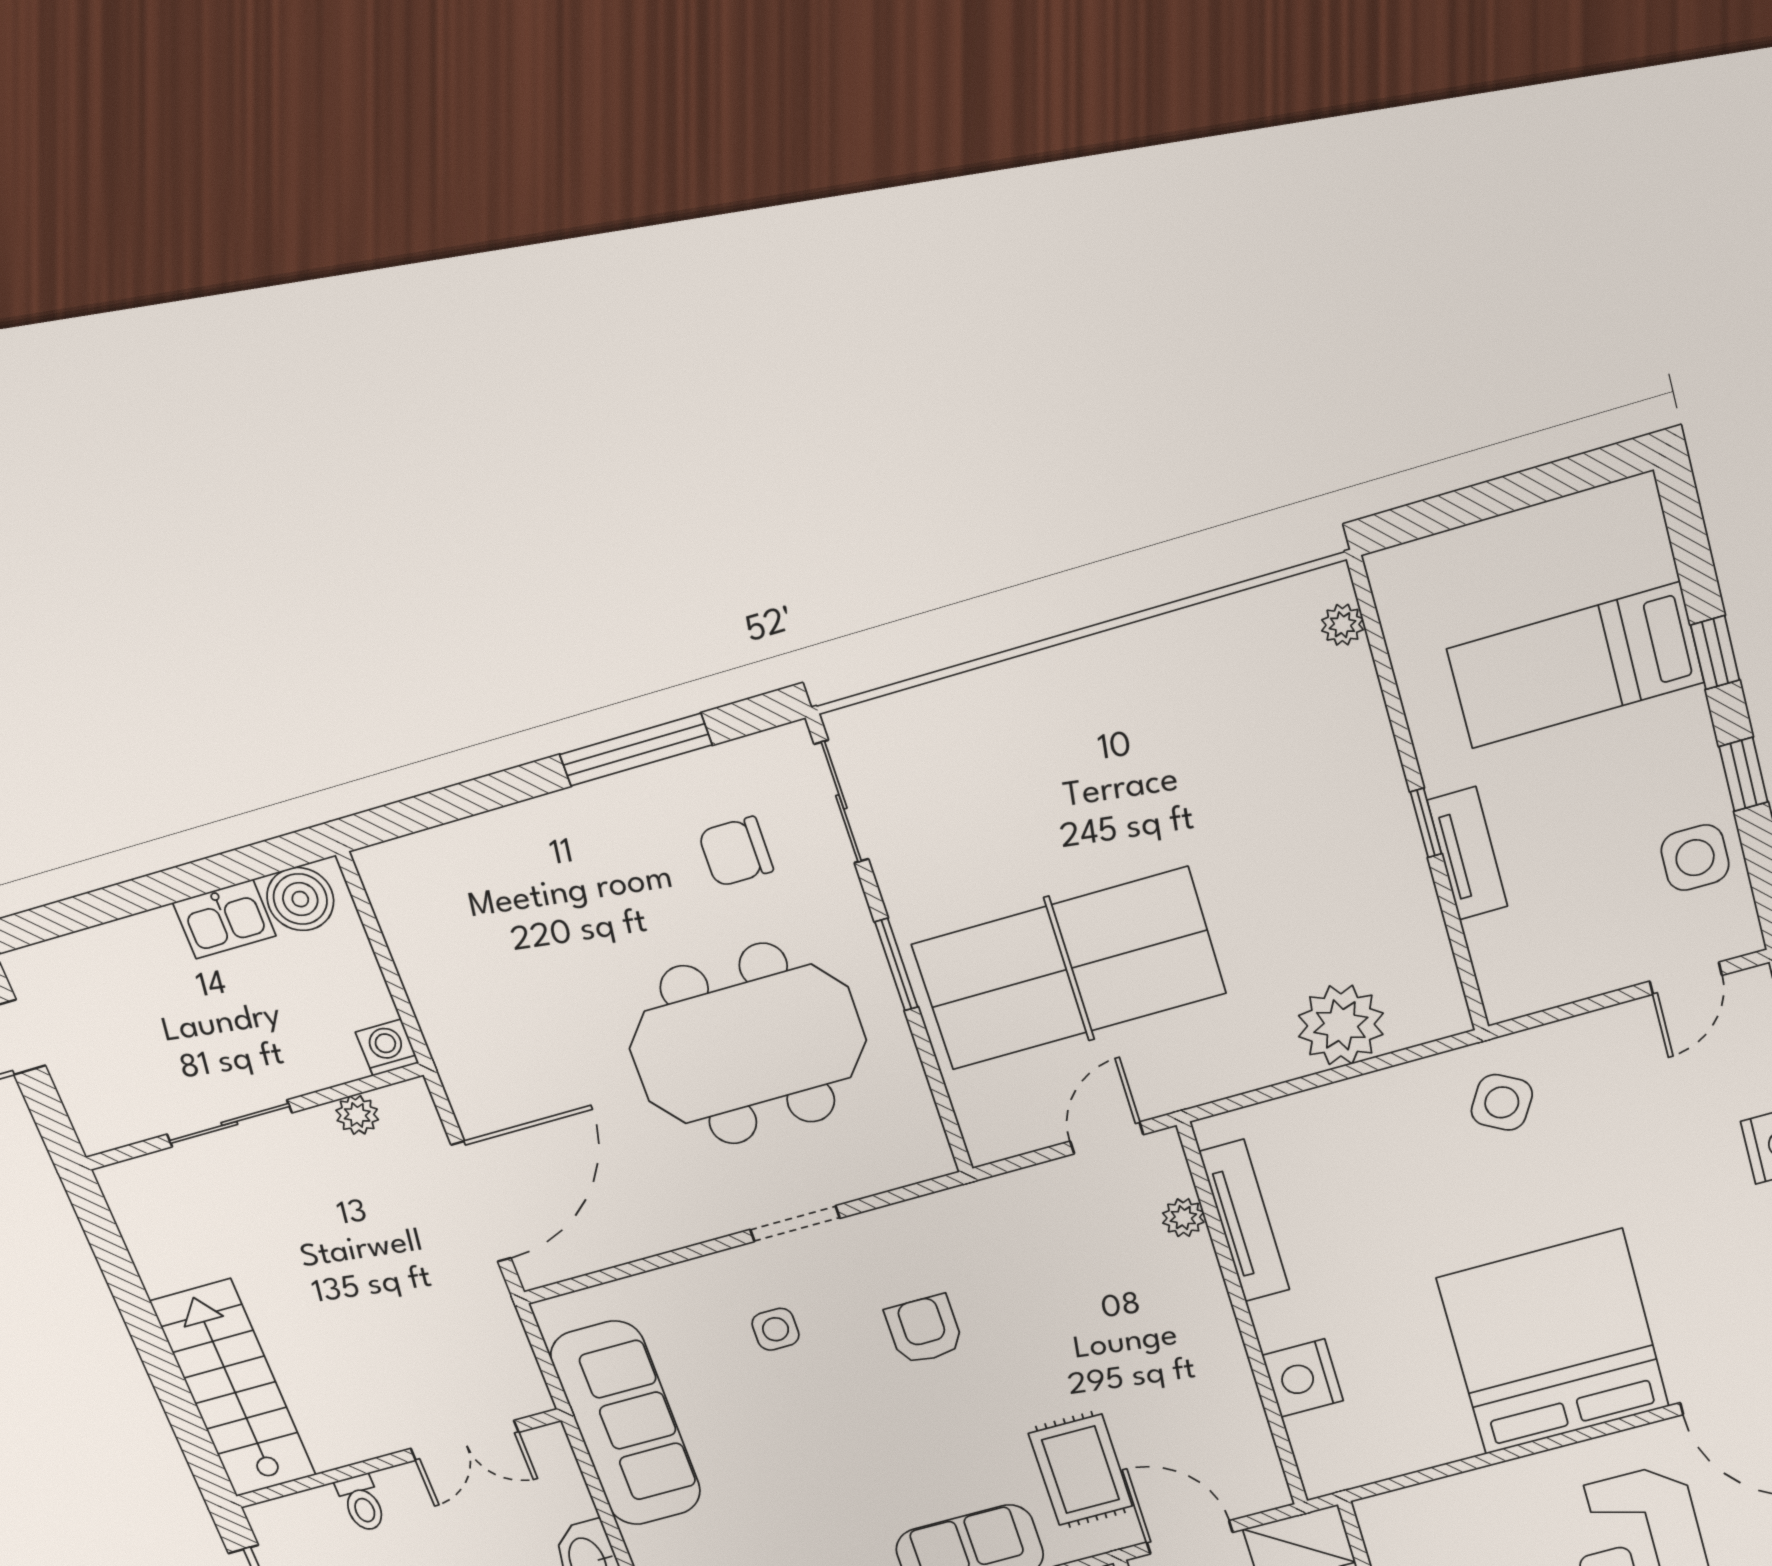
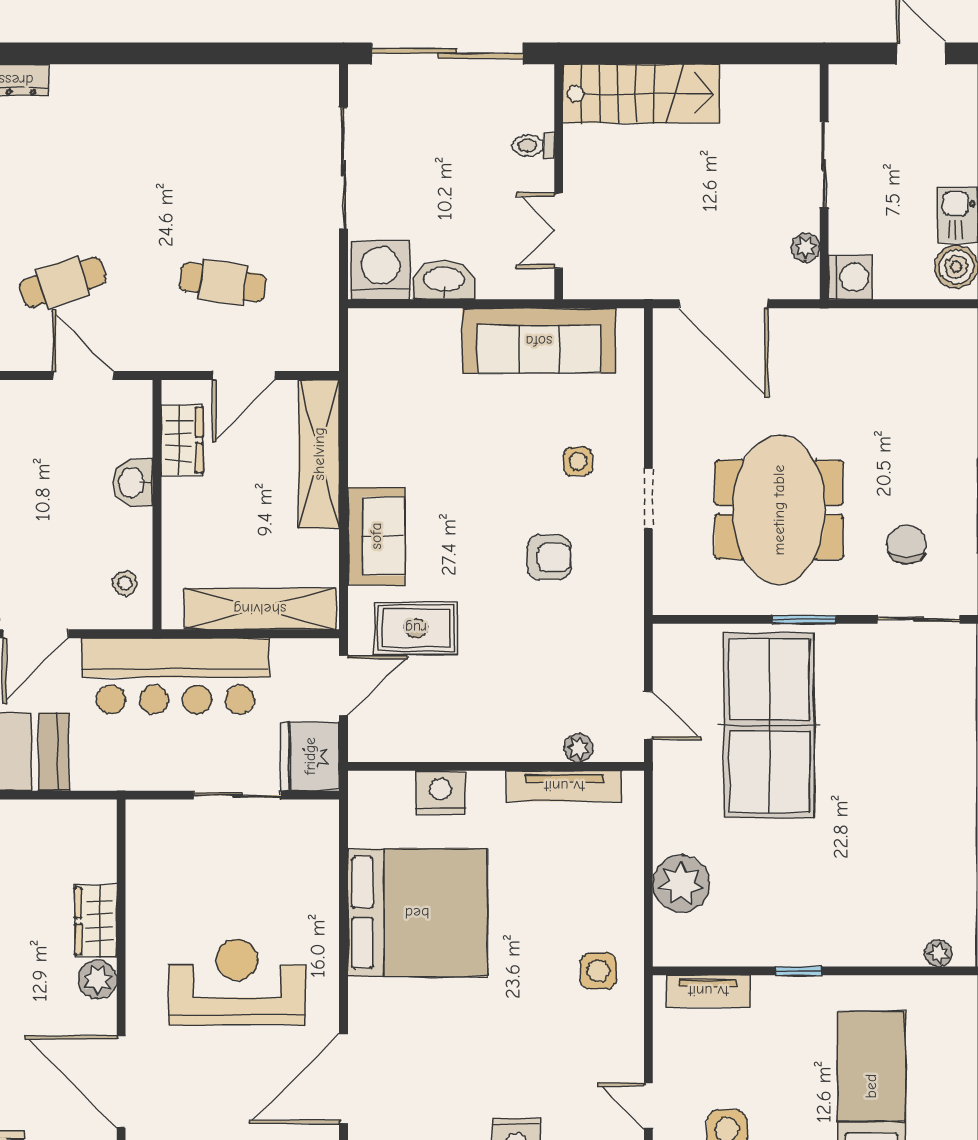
tv unit: (1467, 853) -> (708, 991), moved
washing machine: (387, 1048) -> (851, 277), width x1.38, depth x1.38
side table: (1502, 1102) -> (598, 971), turned -30
bed: (1553, 1343) -> (417, 913), moved

